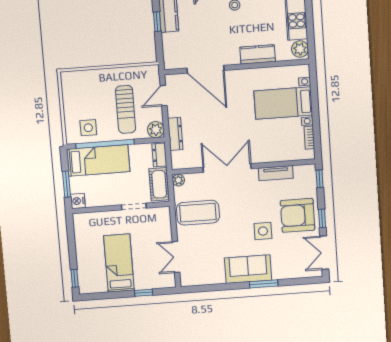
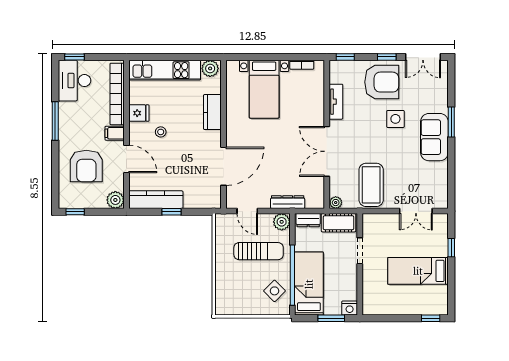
side table: (88, 128) -> (274, 291), turned 45
armchair: (298, 215) -> (382, 82), turned -90

